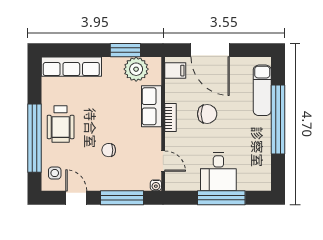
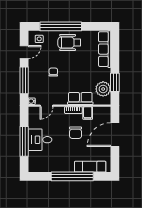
filing cabinet: (175, 71) -> (88, 113), moved

